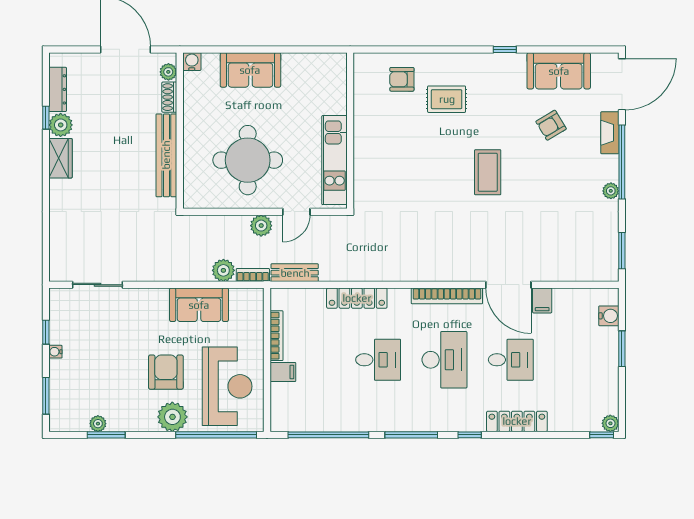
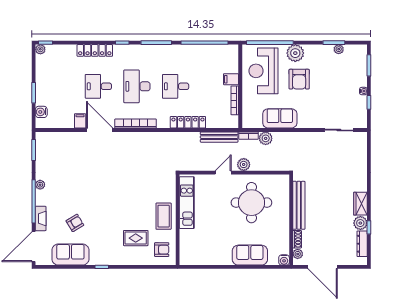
wall: (350, 131) -> (178, 220), moved
kitchen unit: (335, 160) -> (187, 203), moved
coffee table: (488, 172) -> (164, 216), moved
bench: (295, 273) -> (219, 137), width x1.36

